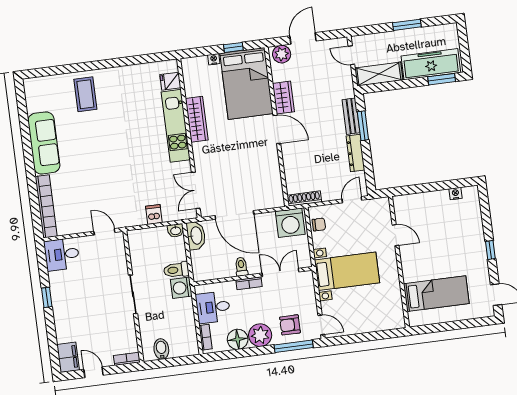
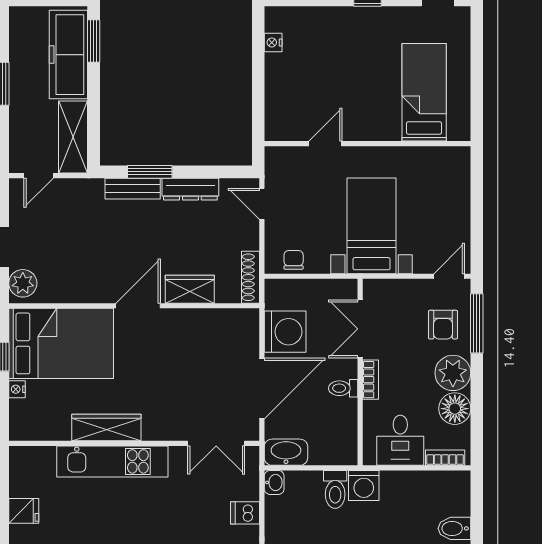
fridge: (170, 81) -> (24, 511), moved, turned -90
wardrobe: (283, 98) -> (190, 289), moved
washing machine: (290, 223) -> (285, 332), moved

